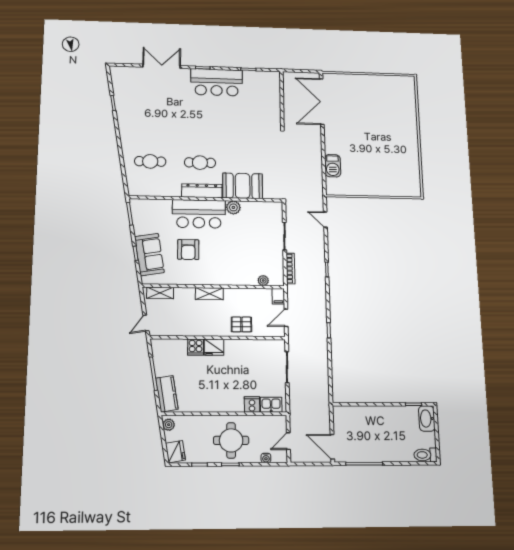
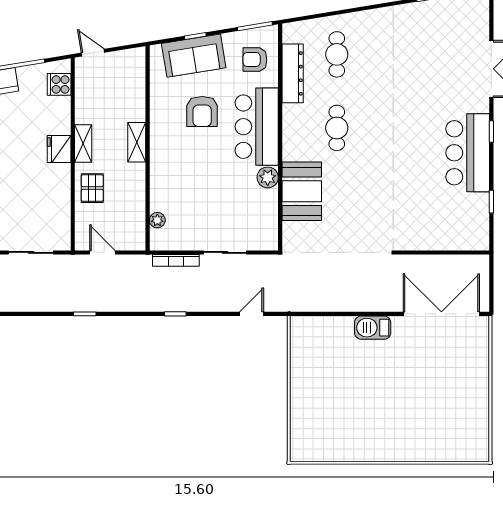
barbecue: (333, 166) -> (373, 328), moved
dresser: (202, 191) -> (293, 73), moved
armchair: (153, 214) -> (255, 60), added
armchair: (188, 250) -> (202, 112), turned -90
shelving: (160, 293) -> (83, 143), moved
filing cabinet: (278, 296) -> (134, 242), removed
cooker: (196, 347) -> (59, 84), moved

